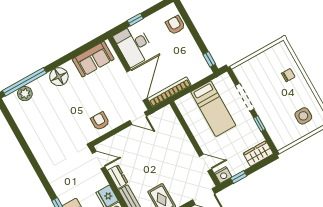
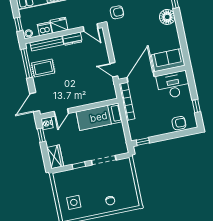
window: (135, 20) -> (196, 106), moved
sofa: (93, 59) -> (168, 60), moved, turned 90
door: (137, 85) -> (141, 77), swing flipped
bed: (213, 109) -> (99, 117), moved
door: (138, 118) -> (114, 70), hinge flipped
armchair: (100, 121) -> (117, 12), moved
door: (99, 160) -> (91, 28), hinge flipped

